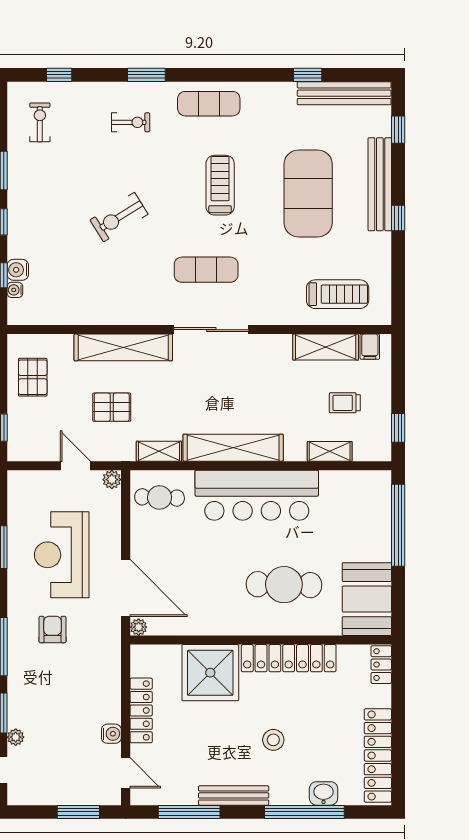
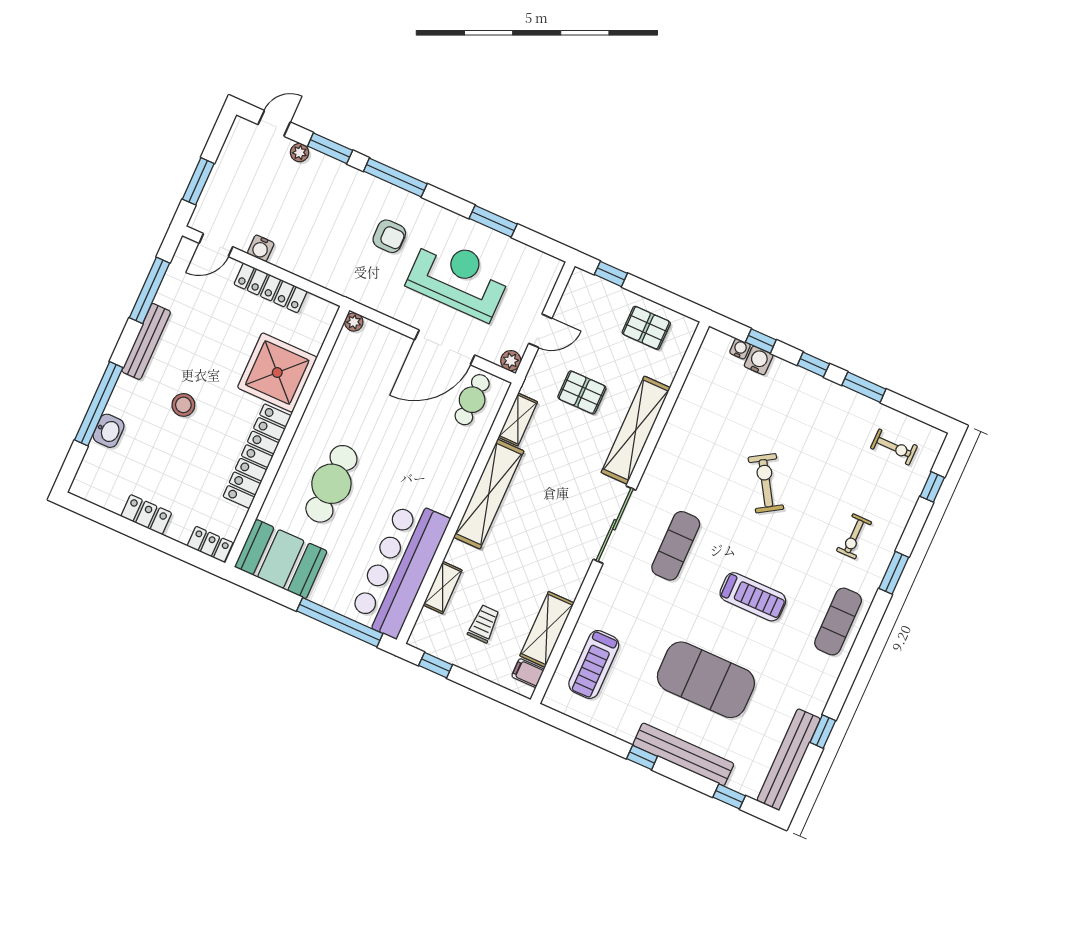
pallet: (112, 407) -> (582, 392), turned 90
bar counter: (257, 495) -> (399, 568), moved
door: (126, 588) -> (445, 347), moved
locker: (378, 755) -> (146, 515), width x0.46, depth x0.83

